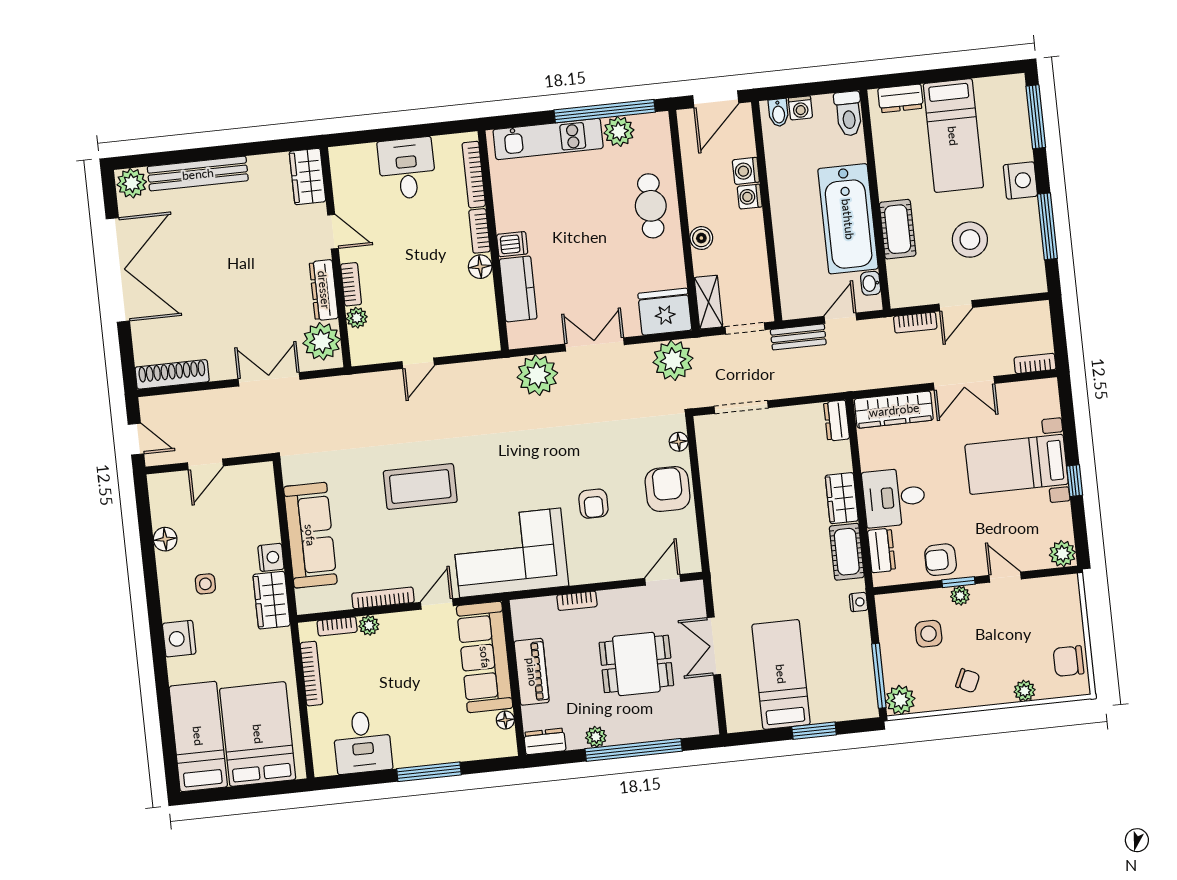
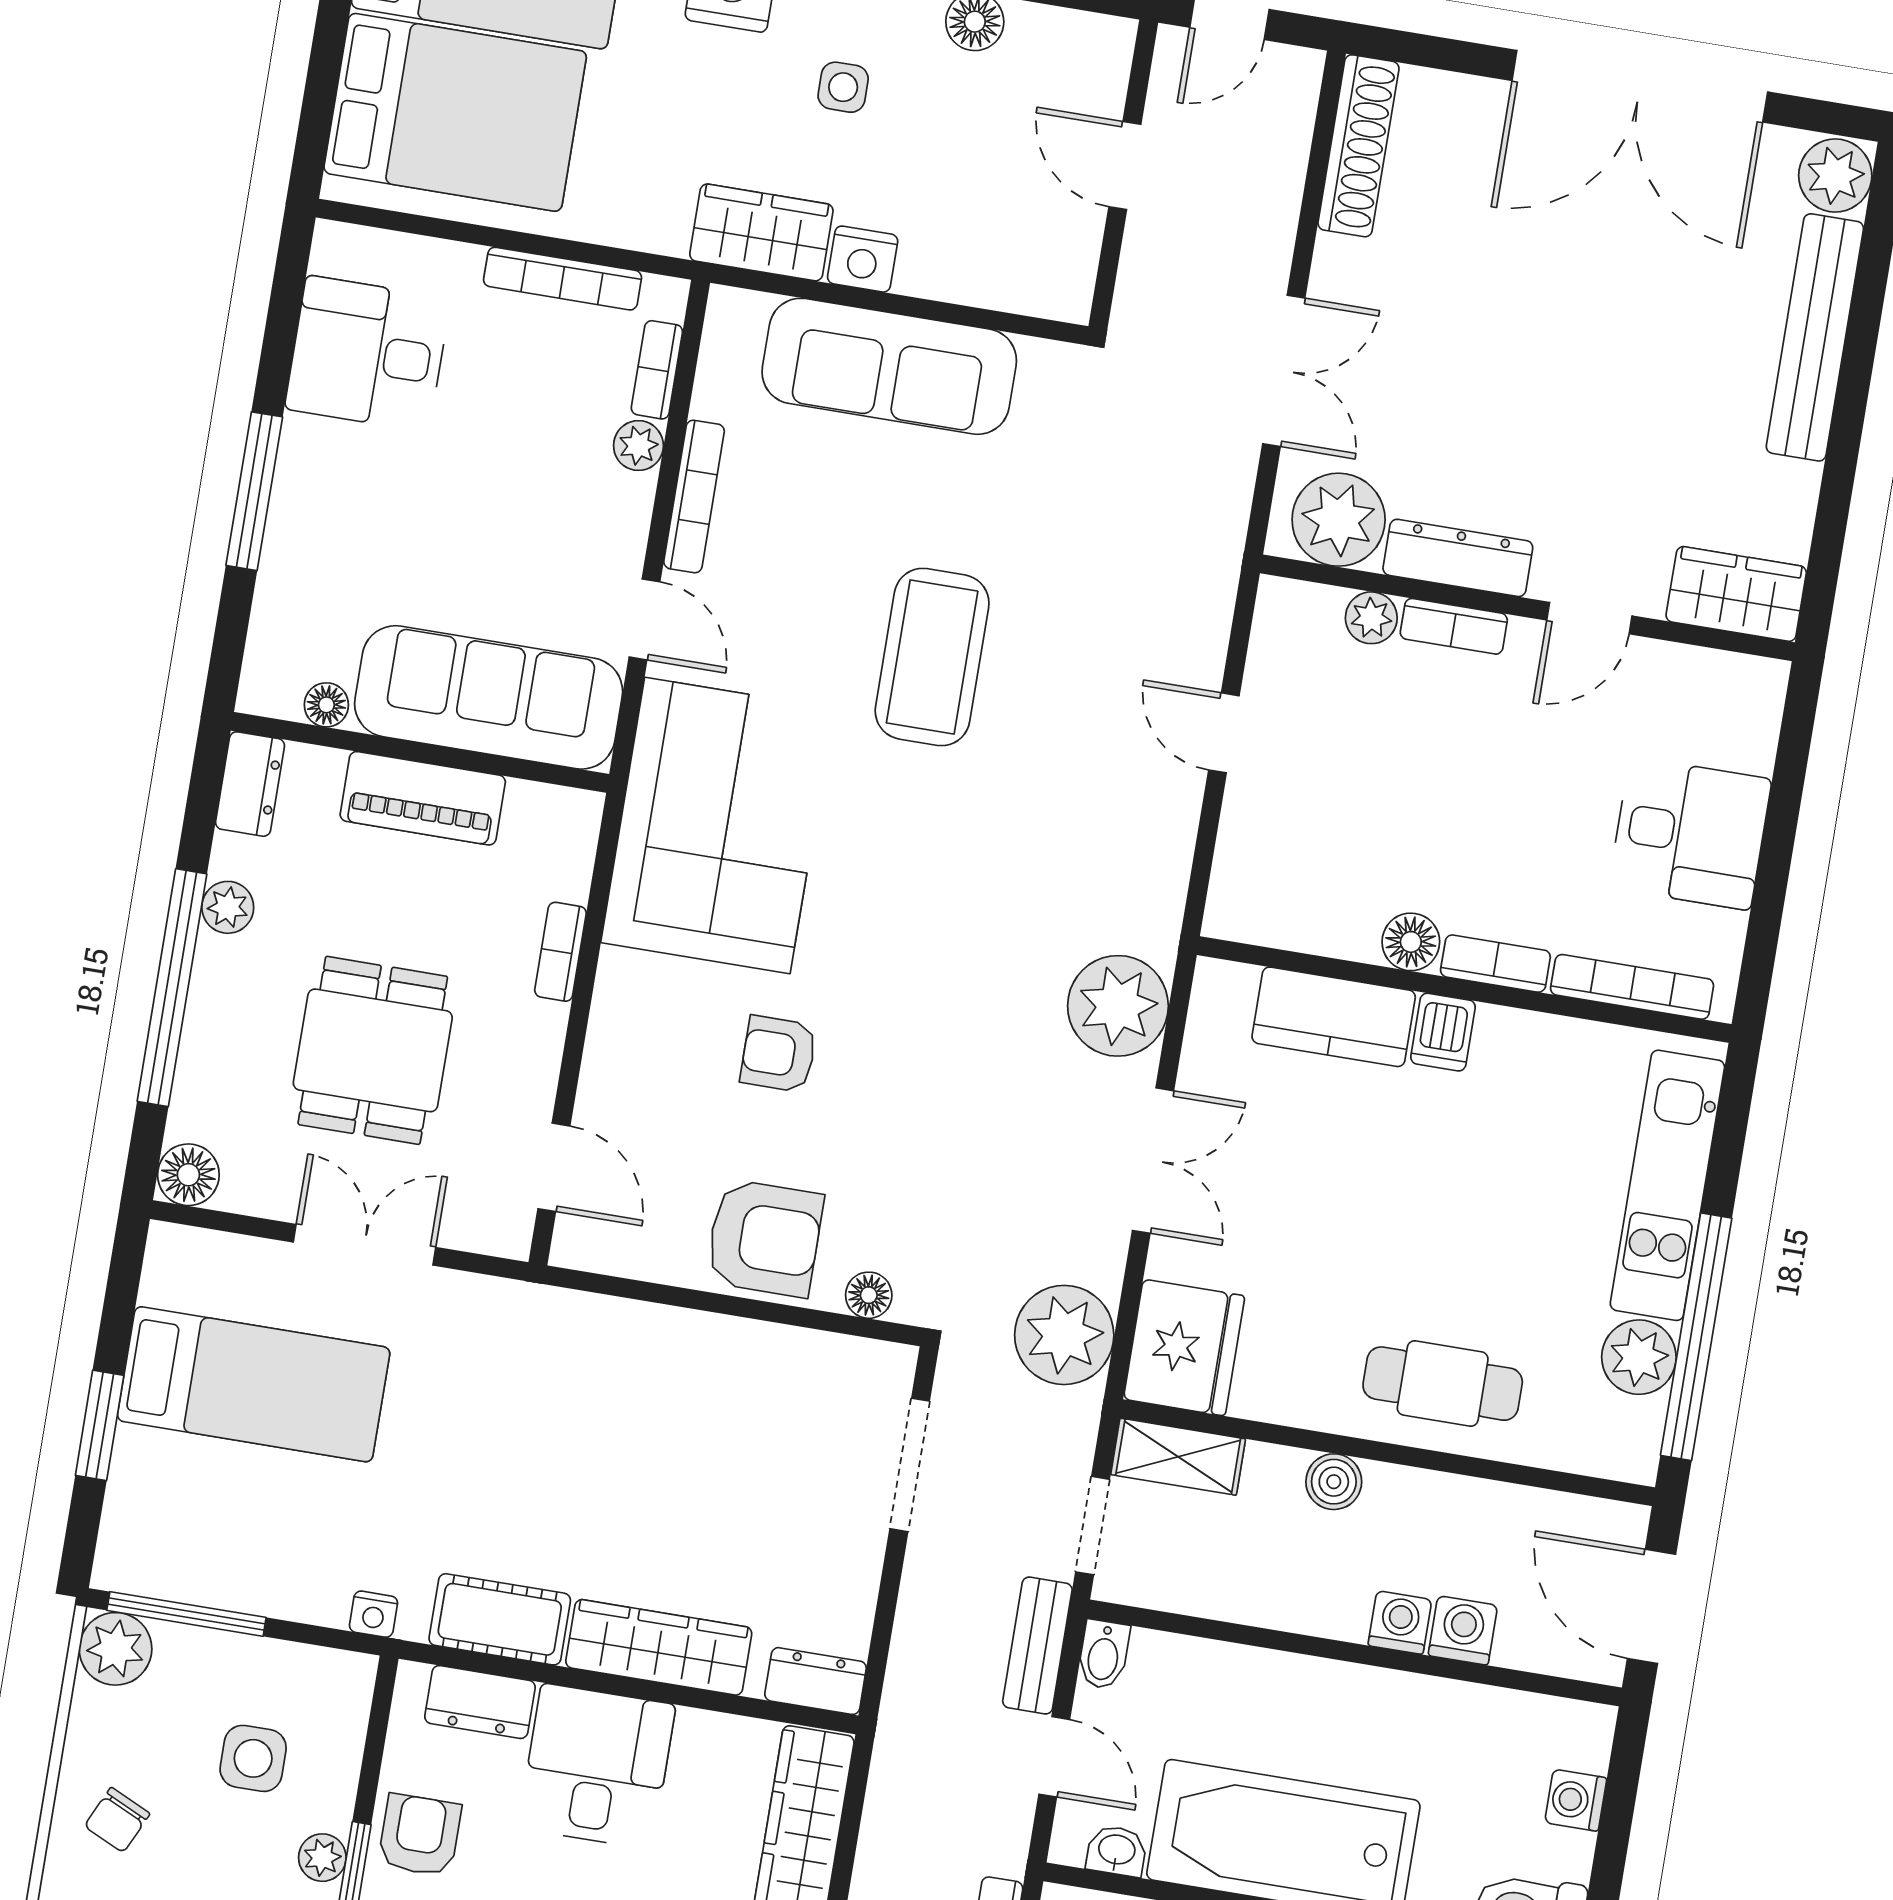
bidet: (778, 113) -> (1104, 1655), moved, turned -90
wardrobe: (842, 498) -> (659, 1647), width x1.50
floor lamp: (706, 723) -> (188, 1175), added

